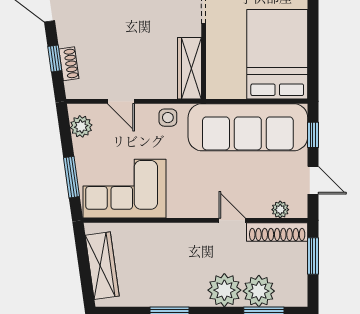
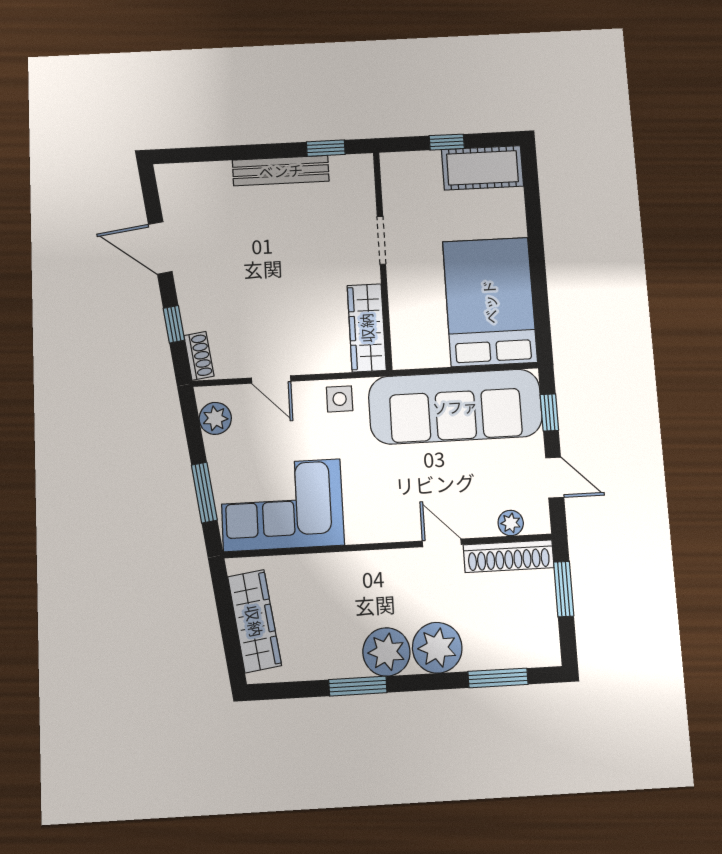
shoe rack: (69, 64) -> (199, 356), moved
plant: (259, 291) -> (386, 652), moved

